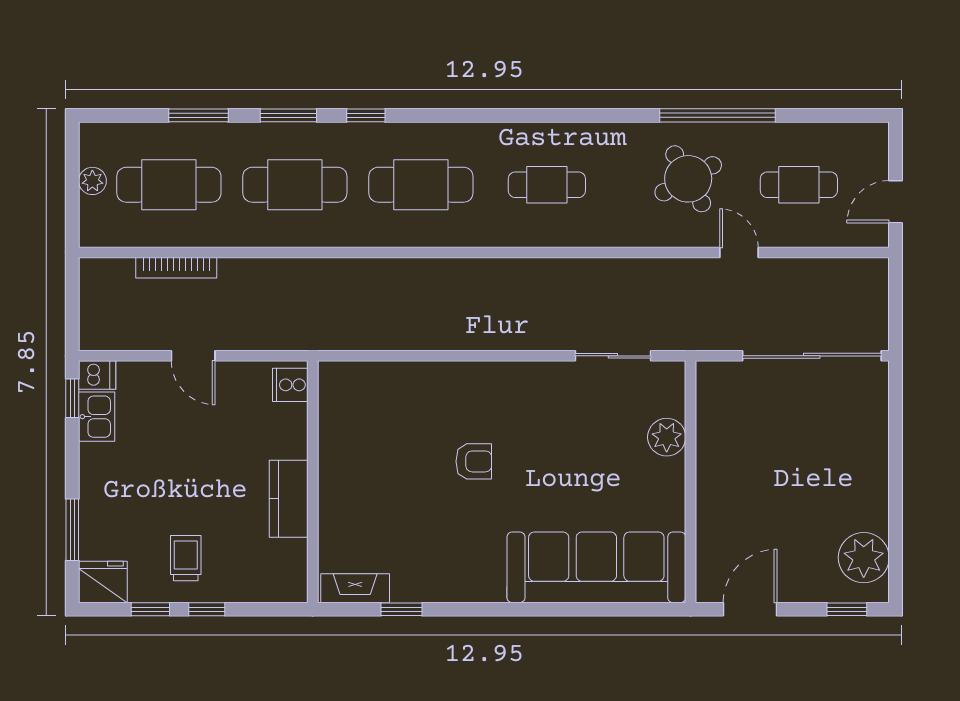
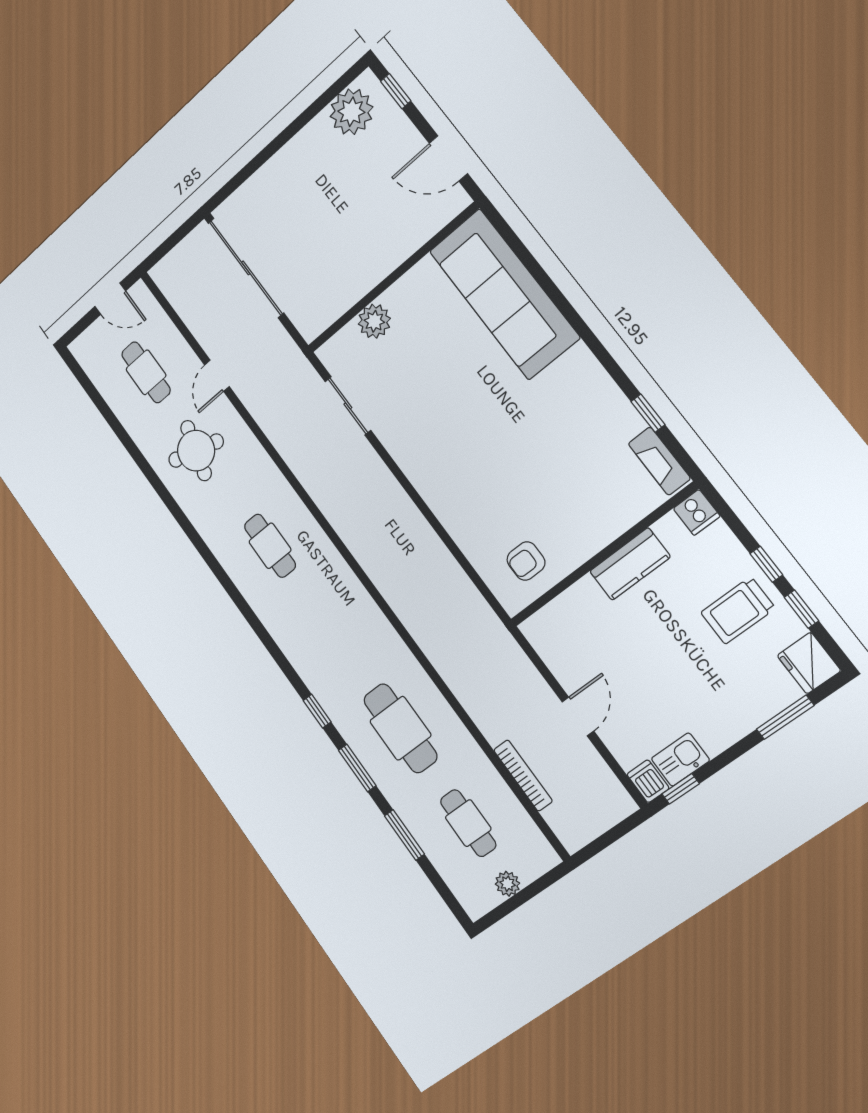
window: (717, 115) -> (143, 464), removed
round table: (688, 179) -> (196, 451), turned 45
cafe table: (169, 185) -> (468, 823), width x0.73, depth x0.74
cafe table: (421, 185) -> (334, 636), removed
cooker: (290, 385) -> (697, 512), moved
armchair: (474, 461) -> (526, 561), moved, turned -90
trolley: (186, 558) -> (738, 610), width x1.36, depth x1.39

